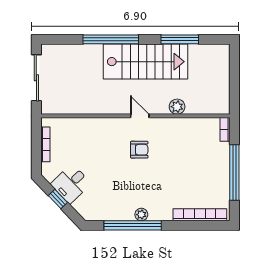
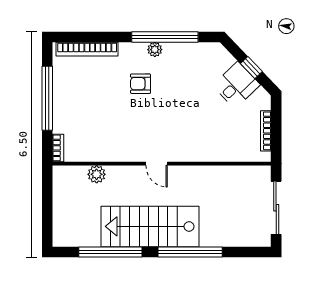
window: (180, 39) -> (110, 252), width x1.46
plant: (177, 107) -> (97, 174), moved
armchair: (139, 150) -> (140, 84), moved

